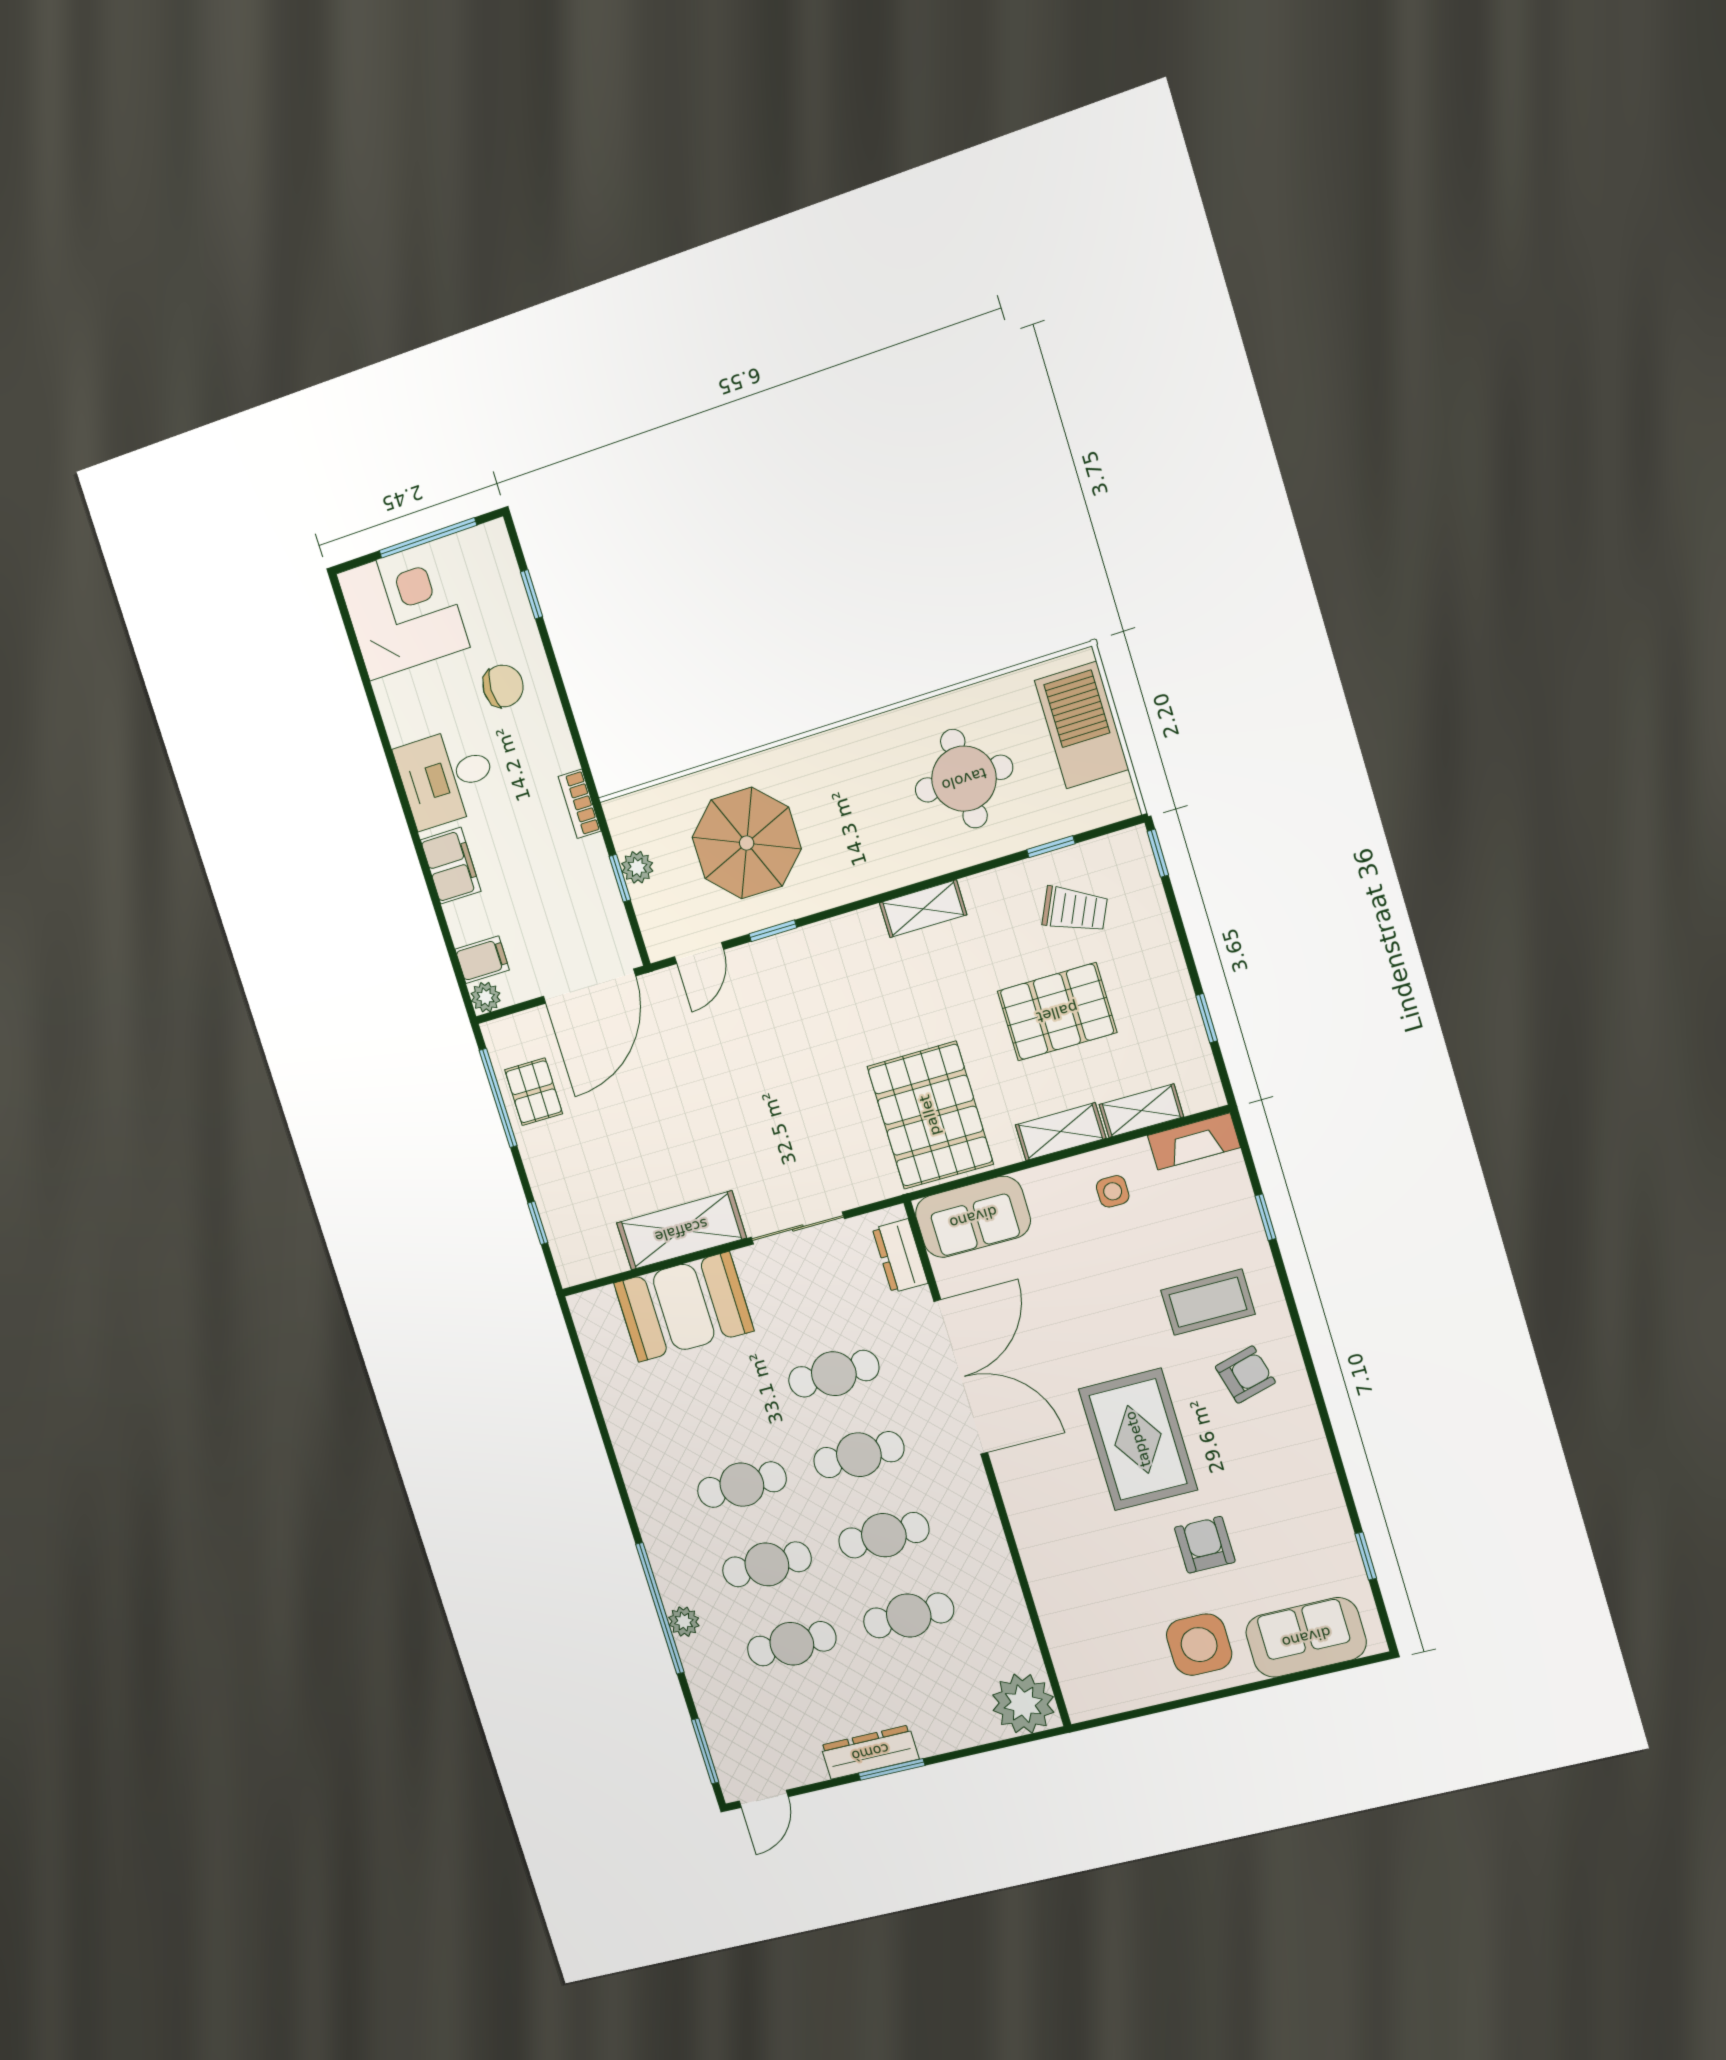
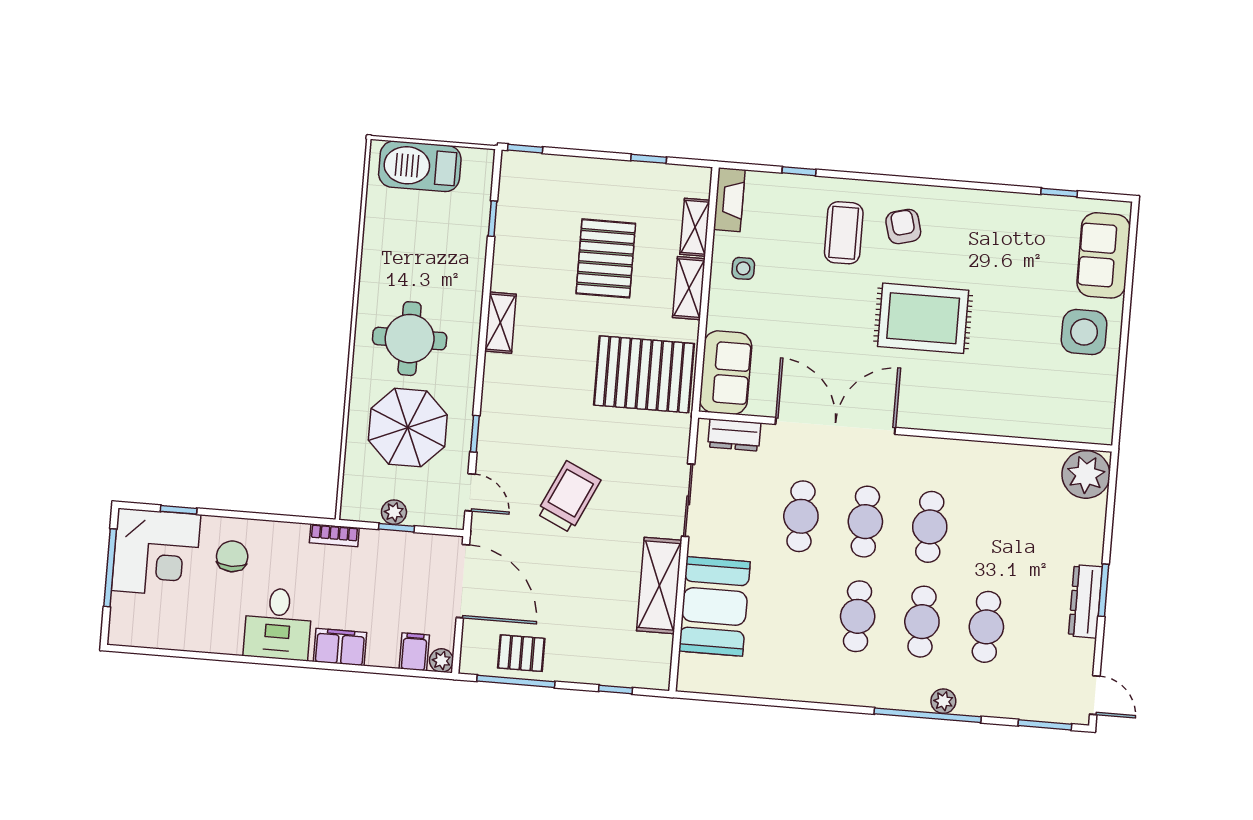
corner desk: (403, 611) -> (156, 553), moved, turned 180
round table: (964, 779) -> (410, 339), moved
trolley: (1075, 910) -> (569, 497), moved, width x1.36, depth x1.39
armchair: (1205, 1545) -> (1014, 301), removed
cafe table: (909, 1615) -> (994, 532), removed

